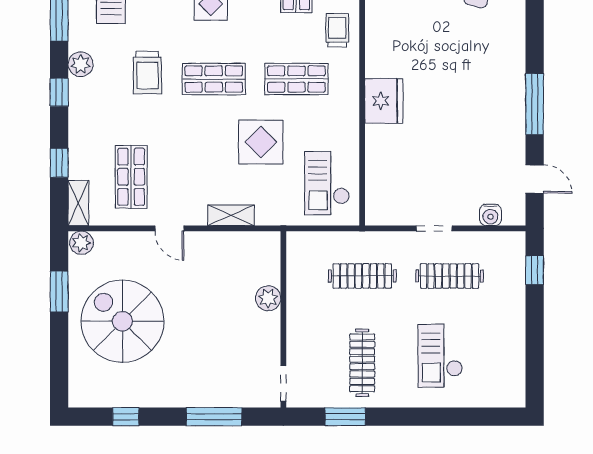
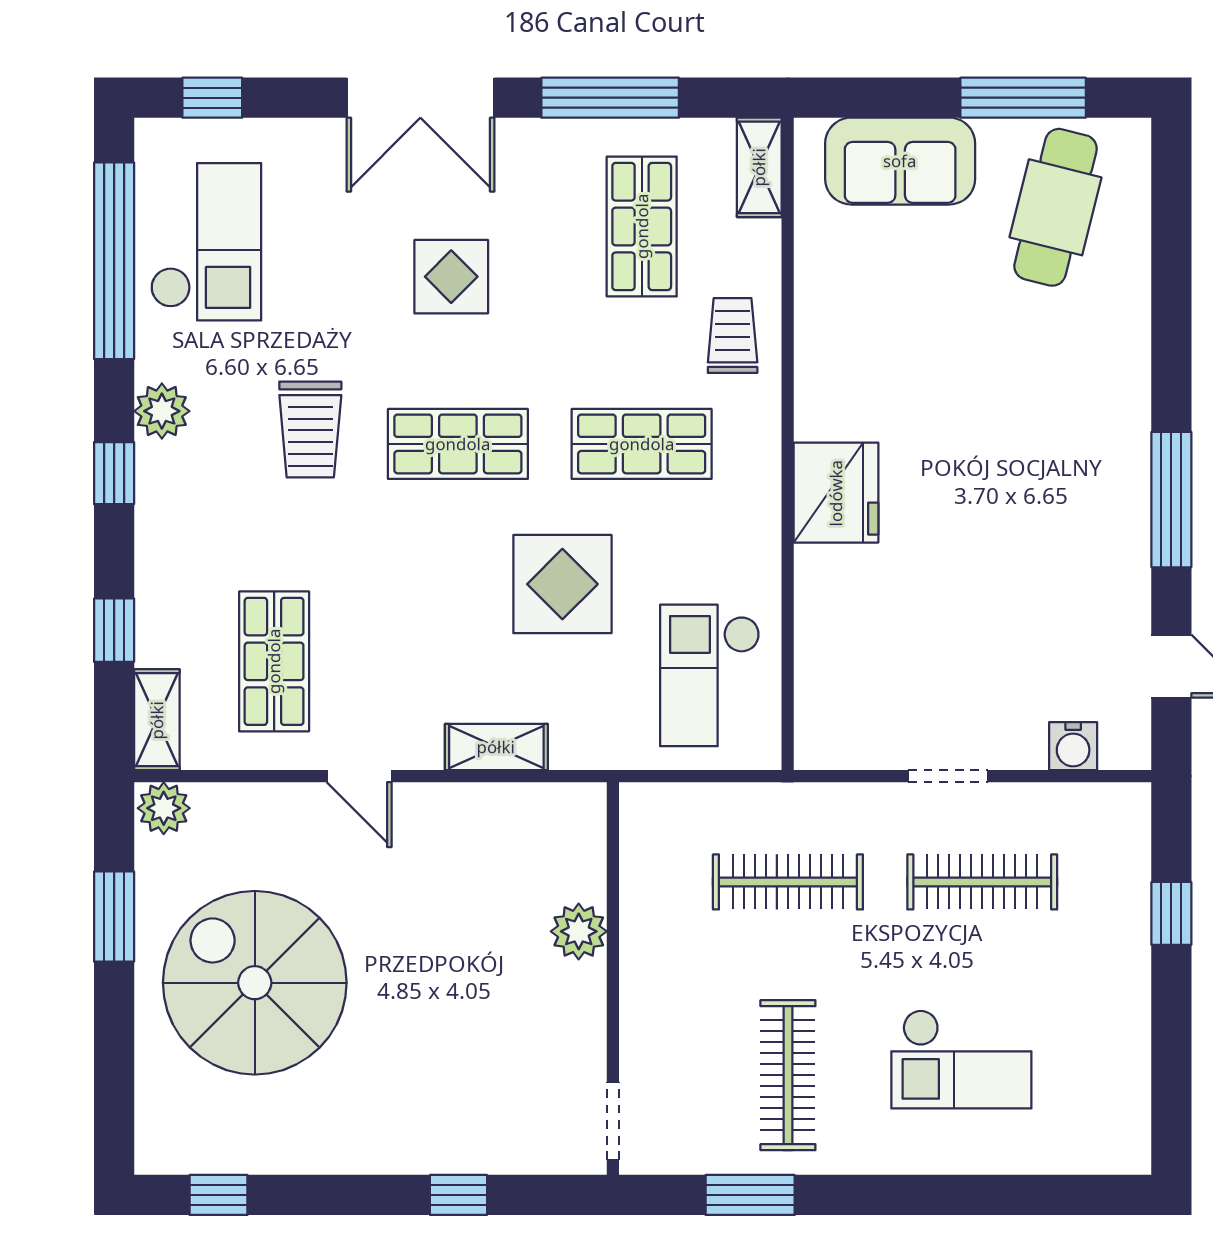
window: (535, 270) -> (1171, 913), moved
checkout: (440, 356) -> (961, 1059), turned -90
window: (126, 417) -> (219, 1195), moved
window: (214, 417) -> (459, 1195), width x0.46

